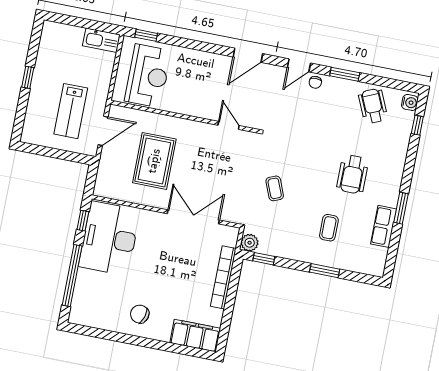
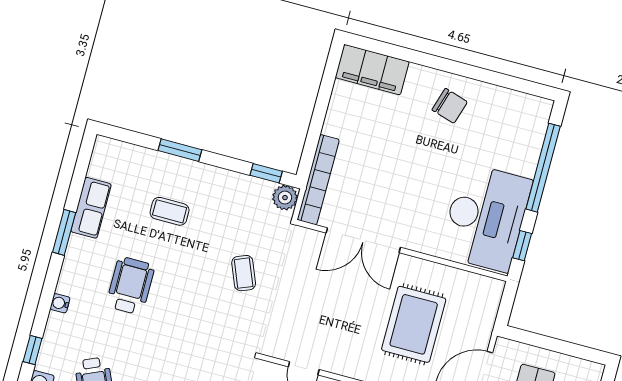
water cooler: (401, 159) -> (60, 303), added
coffee table: (329, 228) -> (170, 211), turned 90
bookcase: (223, 277) -> (318, 180), moved

